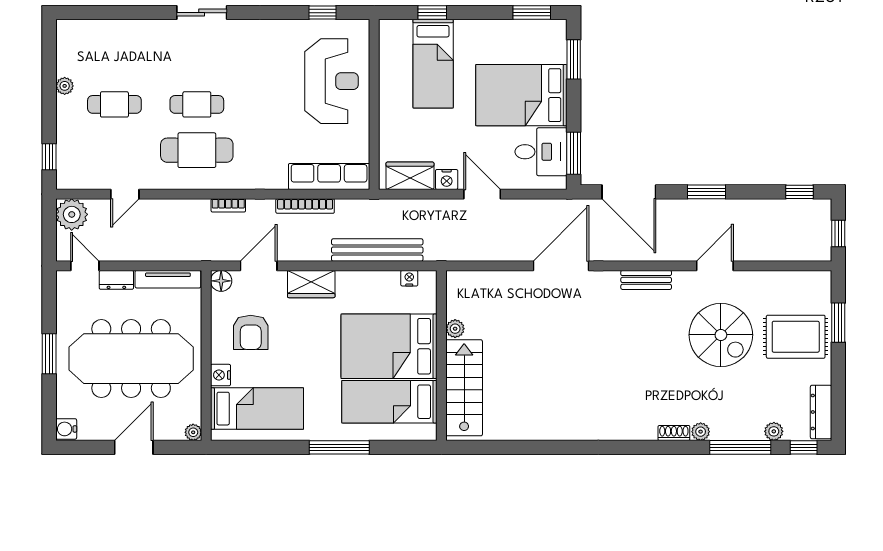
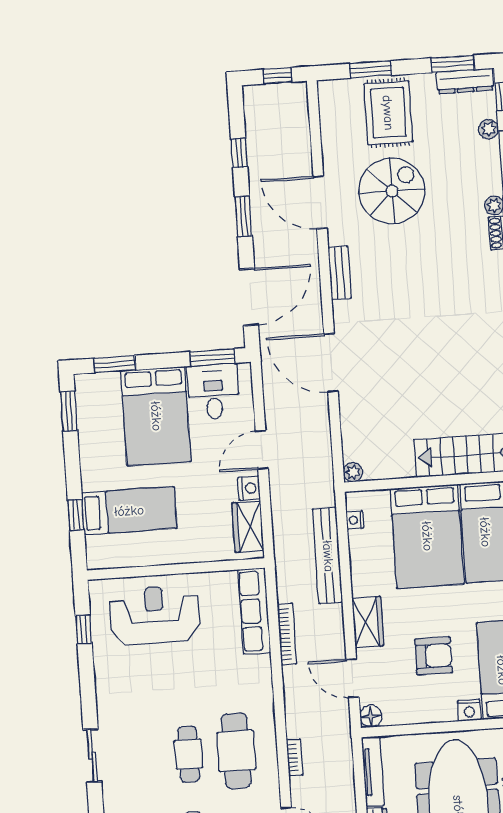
window: (800, 192) -> (239, 153), moved
bookcase: (228, 205) -> (295, 758), moved
door: (715, 266) -> (320, 202), width x1.36
plant: (455, 329) -> (353, 472), moved
armchair: (251, 332) -> (434, 656), moved
window: (838, 401) -> (453, 64), added

